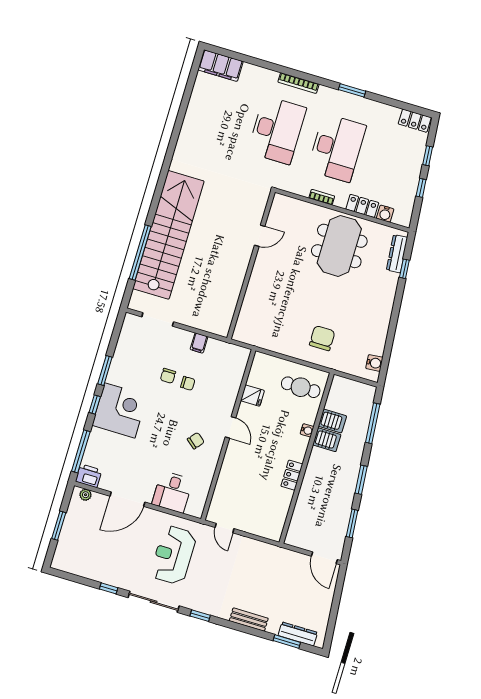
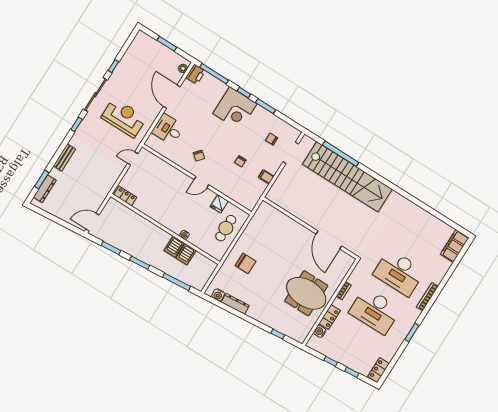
door: (260, 236) -> (329, 240), width x1.87
dresser: (397, 254) -> (235, 304), moved
chair: (168, 376) -> (272, 139), moved
cafe table: (301, 387) -> (226, 228), moved
locker: (292, 475) -> (125, 196), moved

